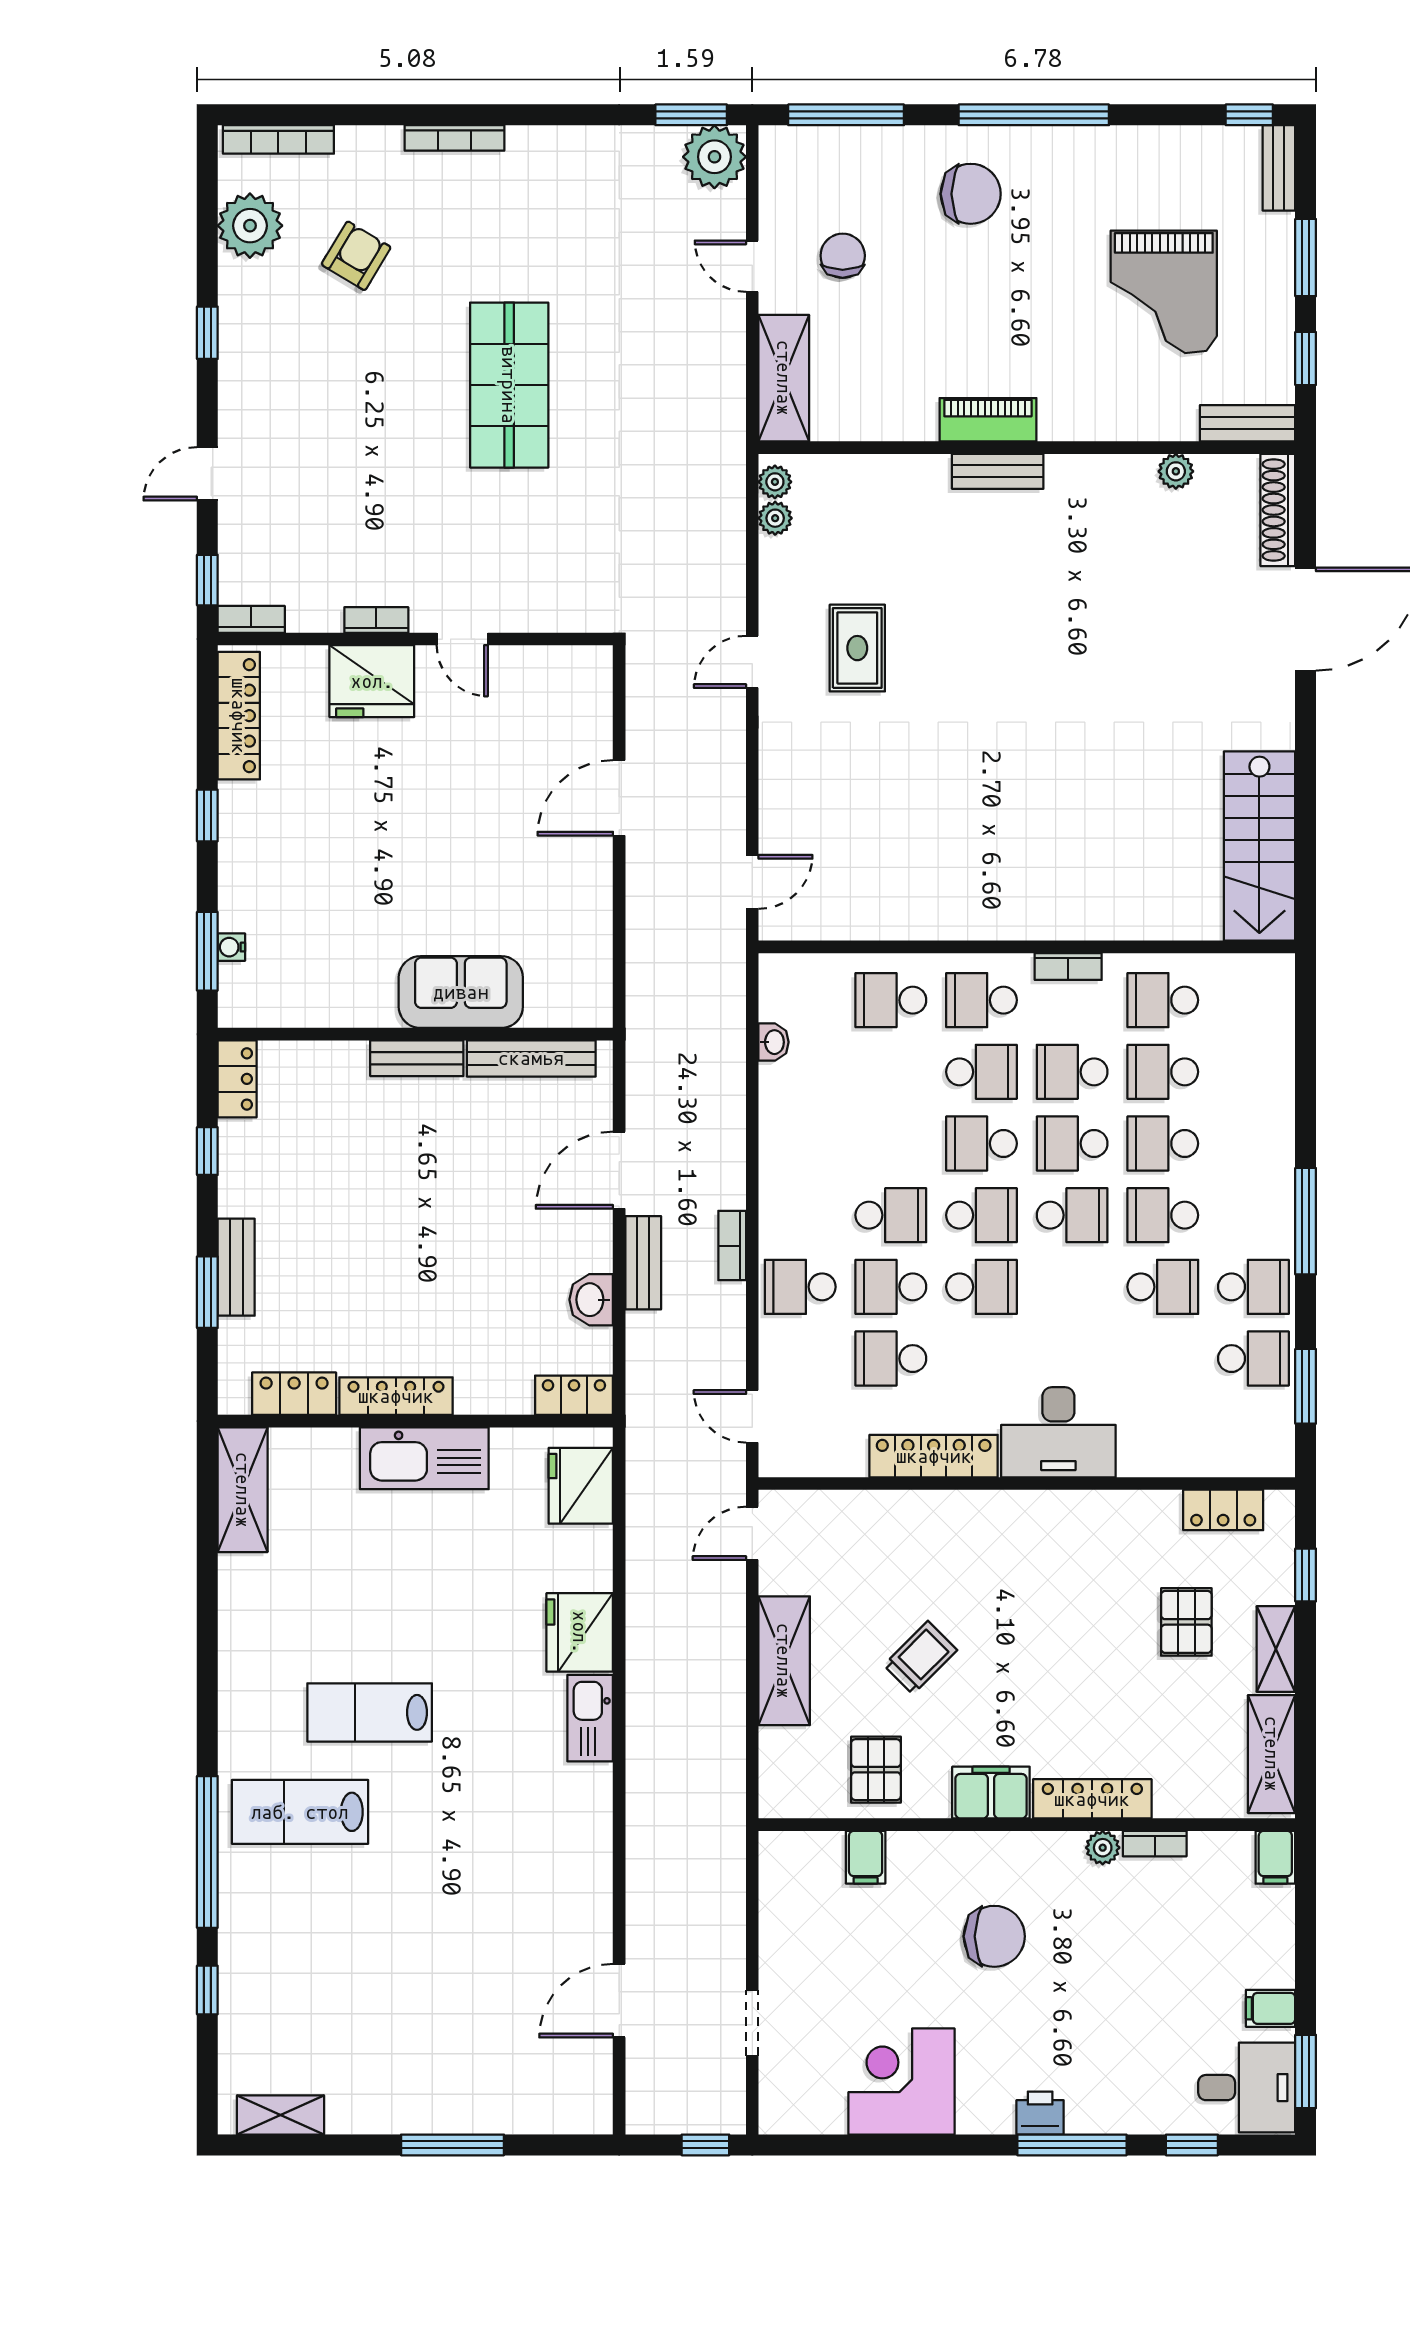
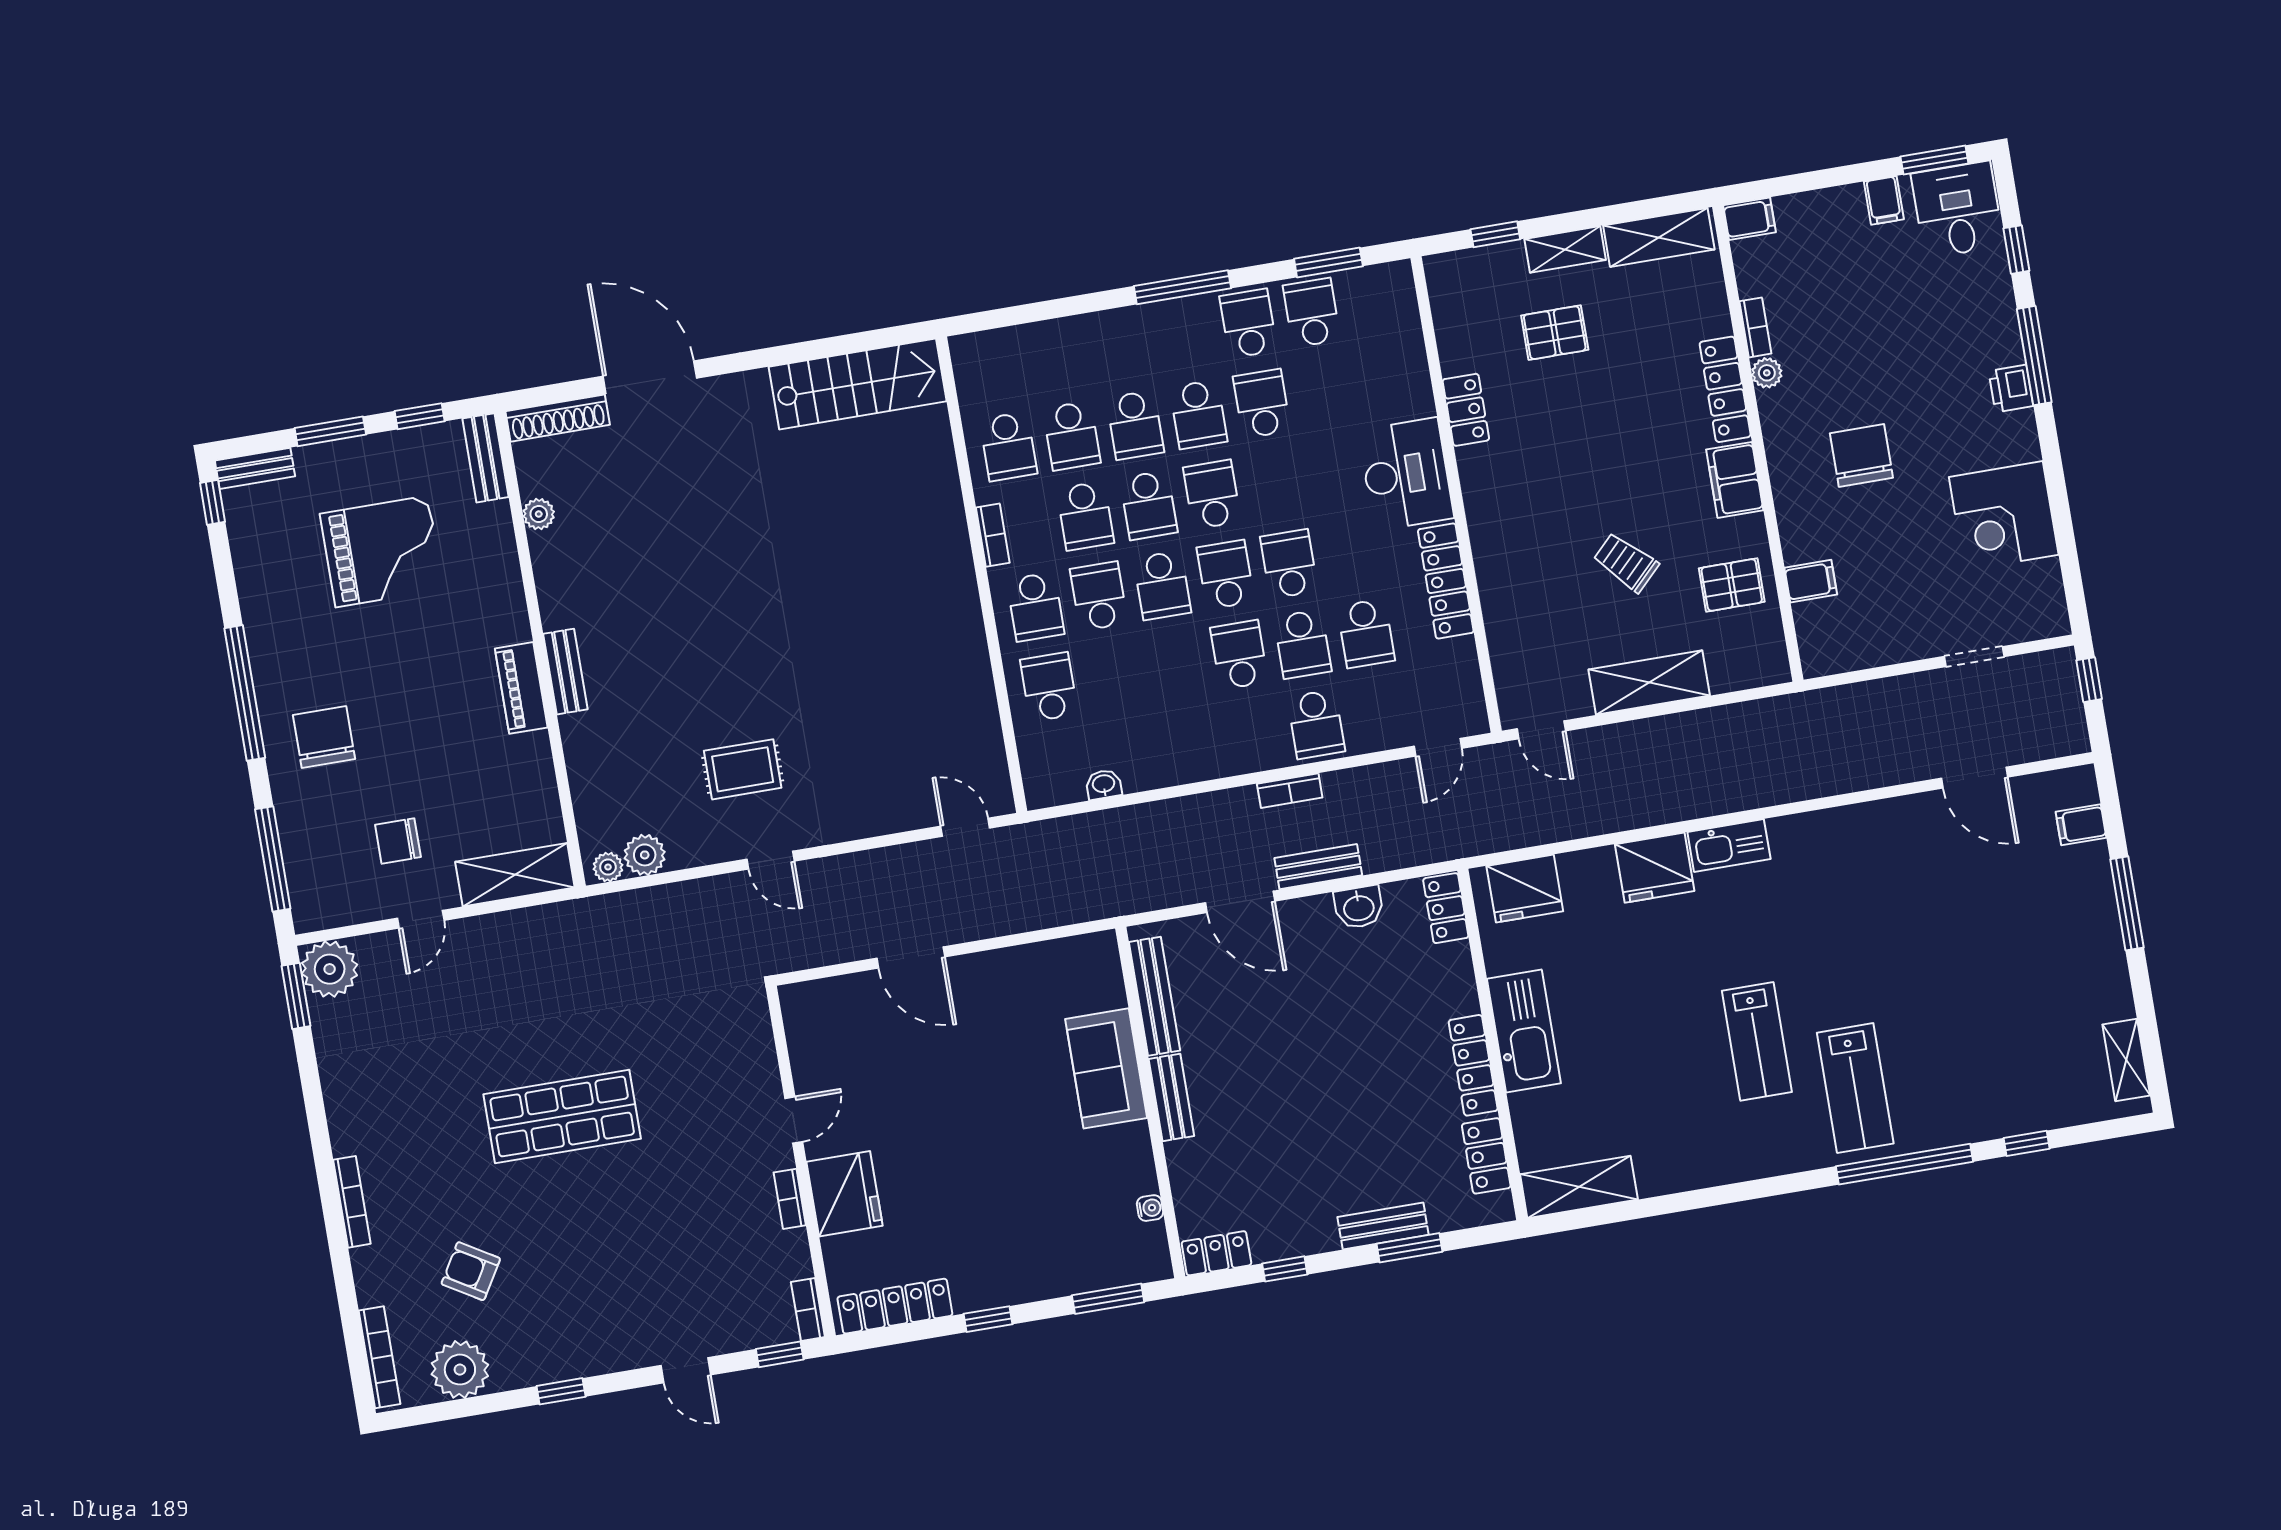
plant: (775, 518) -> (645, 855), width x1.38, depth x1.38
water cooler: (231, 947) -> (1150, 1208), moved, turned -90
school desk: (891, 1000) -> (1049, 687), turned 180
locker: (1223, 1510) -> (1466, 410), moved
filing cabinet: (547, 2109) -> (2081, 825), added

